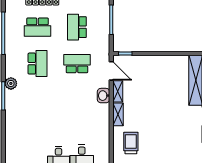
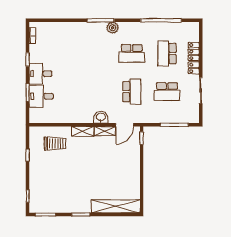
school desk: (77, 27) -> (167, 92), turned 180

